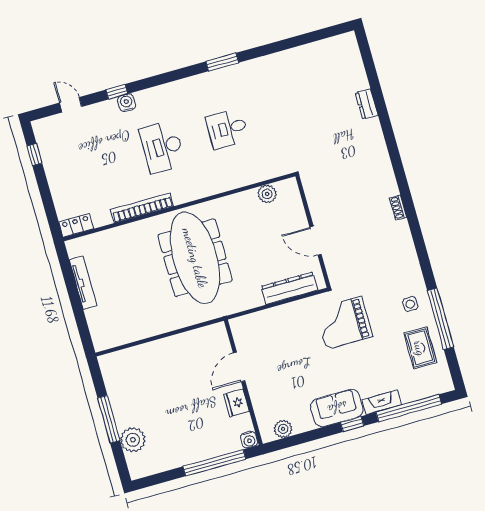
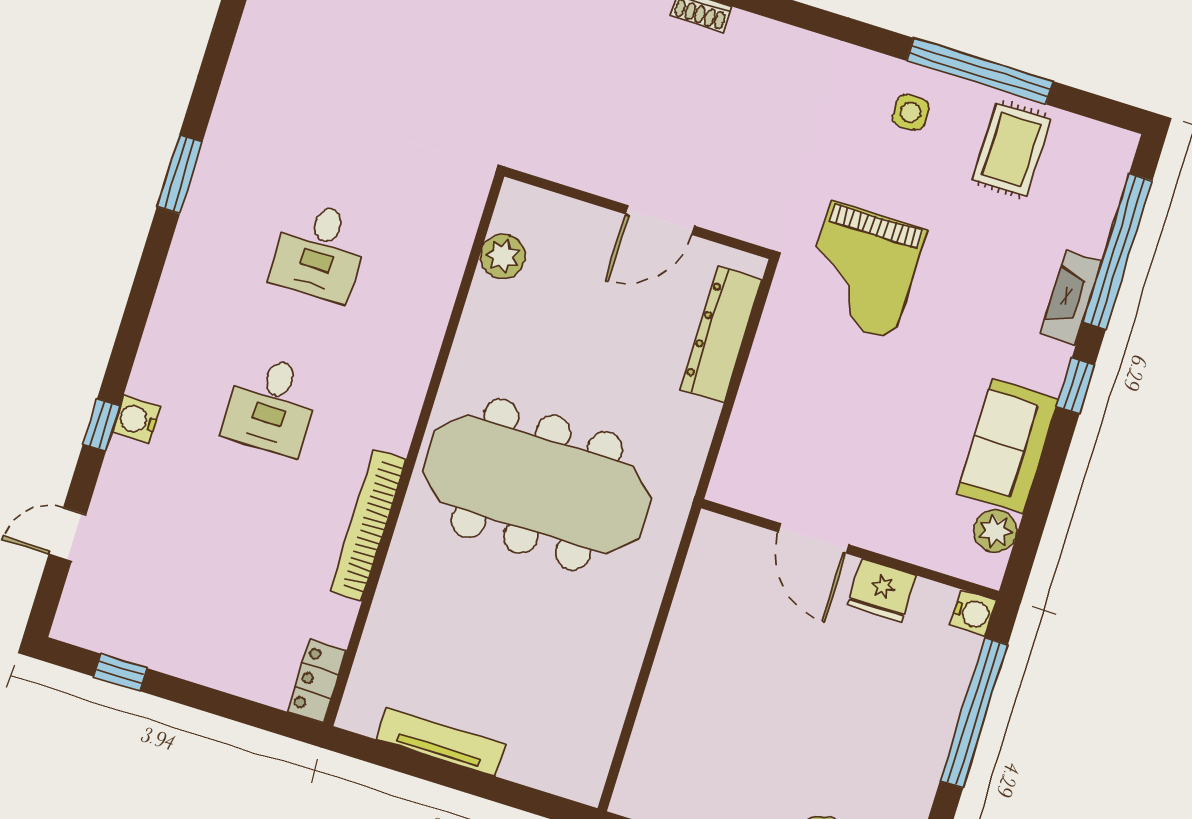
desk: (162, 147) -> (272, 405), width x0.73
rug: (420, 348) -> (1012, 150), turned 90
sofa: (337, 408) -> (1008, 446), moved

